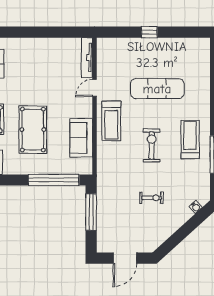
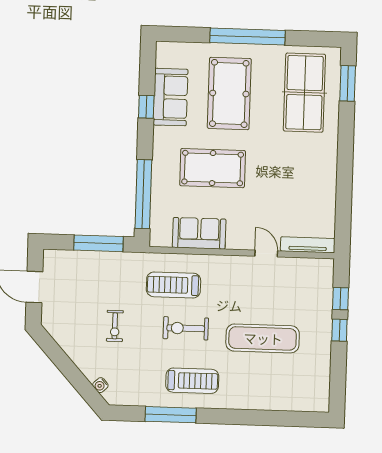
window: (126, 32) -> (340, 299), added
exercise mat: (157, 89) -> (263, 338), turned 90
treadmill: (111, 121) -> (173, 285), moved
exercise bike: (152, 145) -> (186, 328), turned 180

